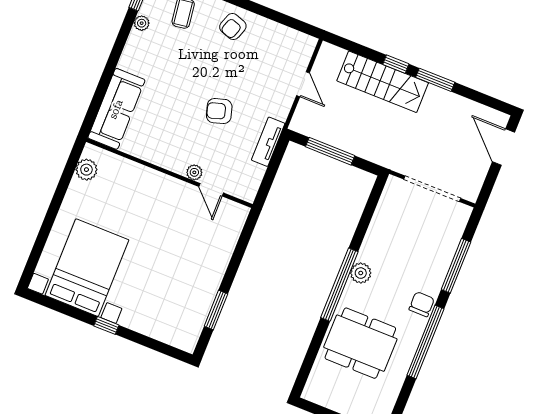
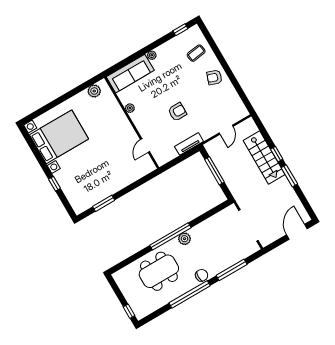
plant: (142, 23) -> (152, 55), moved
armchair: (219, 111) -> (177, 112), turned 107
plant: (194, 172) -> (130, 108), moved
window: (106, 325) -> (54, 184), moved
dining table: (360, 343) -> (159, 271), turned 90

